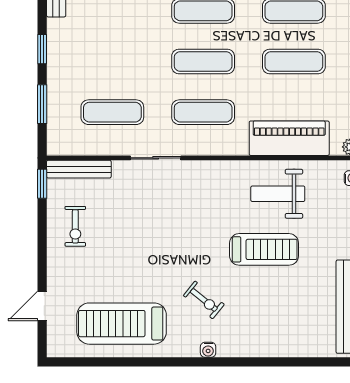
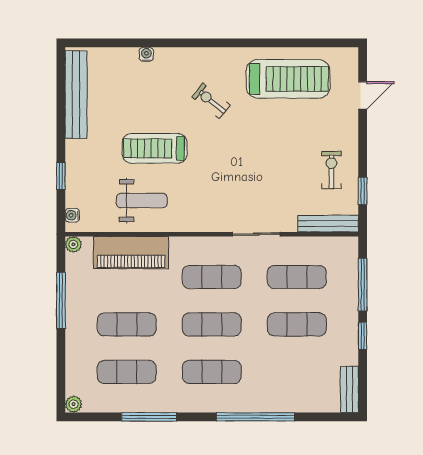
exercise mat: (112, 61) -> (297, 324), added
window: (42, 104) -> (363, 285), width x1.44
window: (42, 184) -> (363, 191), moved
water cooler: (208, 350) -> (146, 54), moved

